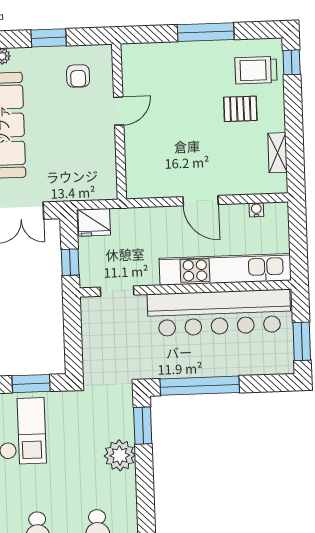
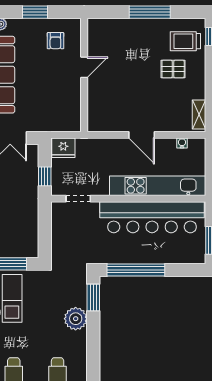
shelving: (278, 153) -> (199, 115), moved

